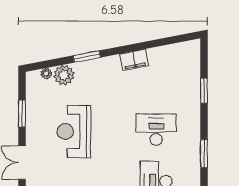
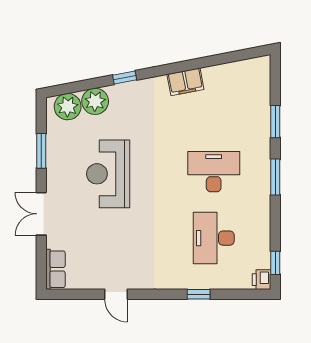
window: (87, 56) -> (125, 77), width x0.67
plant: (46, 74) -> (68, 107), width x1.87, depth x1.87
window: (204, 154) -> (275, 177), moved

